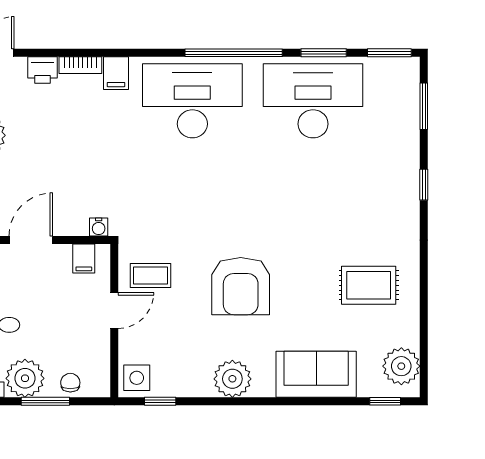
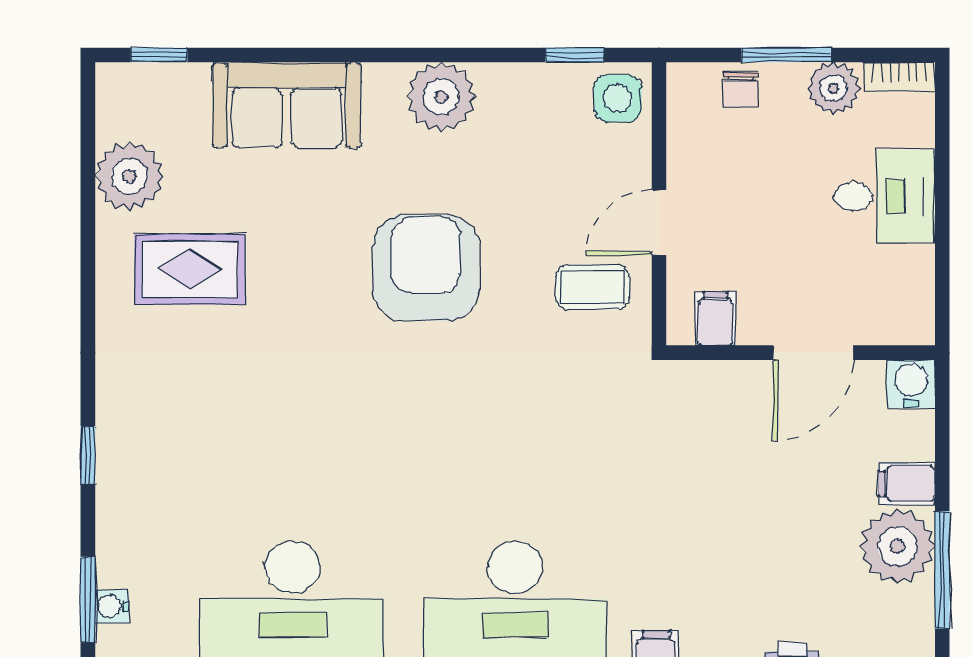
water cooler: (99, 227) -> (112, 606), moved, turned -90
plant: (401, 366) -> (129, 176), moved
plant: (25, 378) -> (833, 88), width x0.73, depth x0.73

